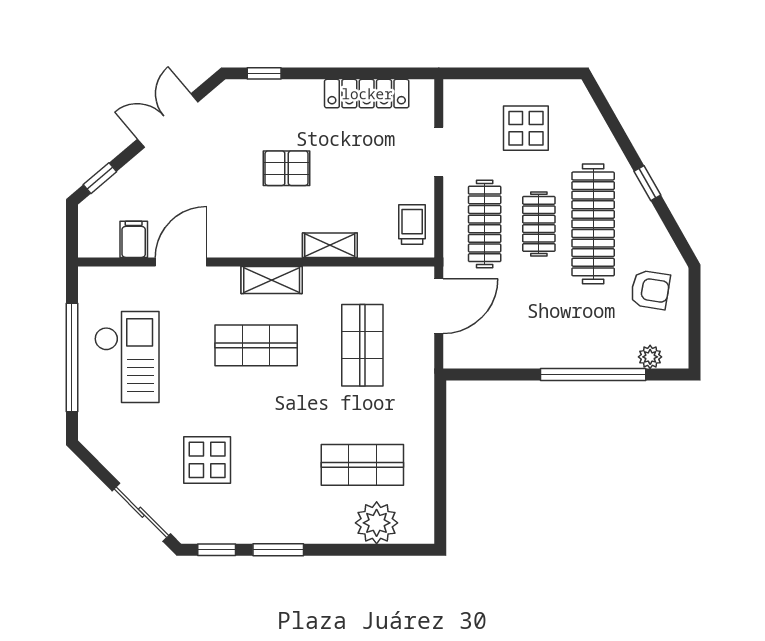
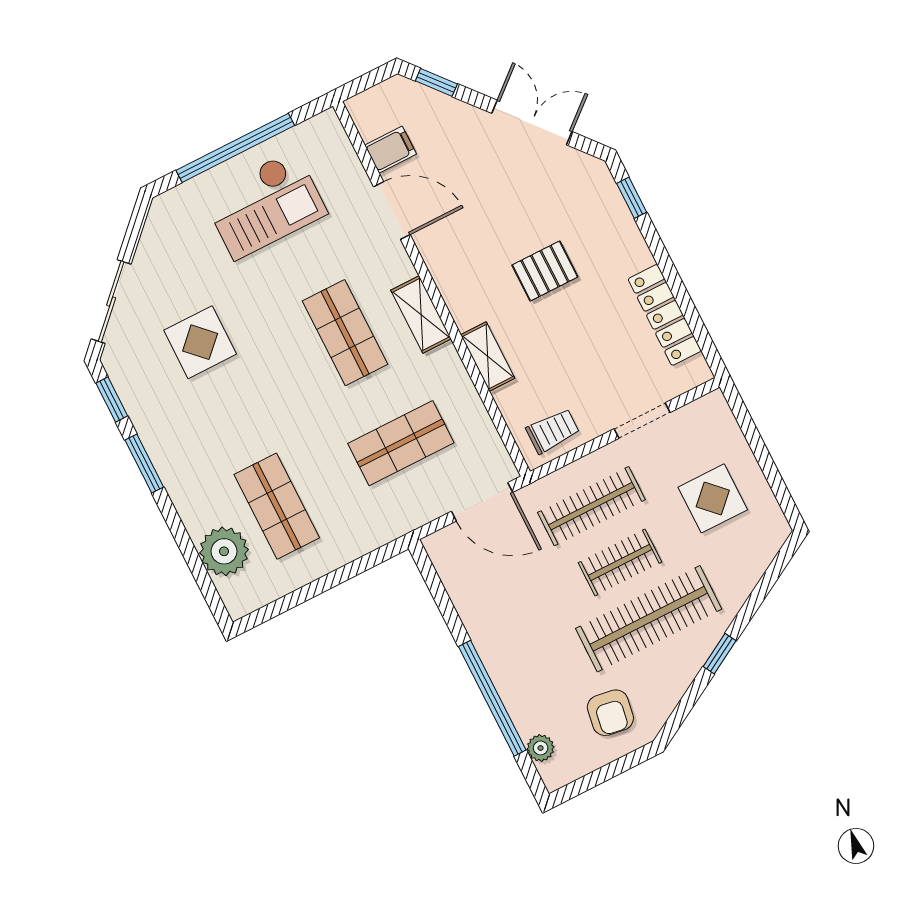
pallet: (287, 168) -> (545, 271), turned 90

